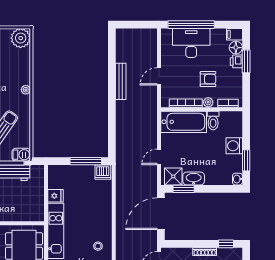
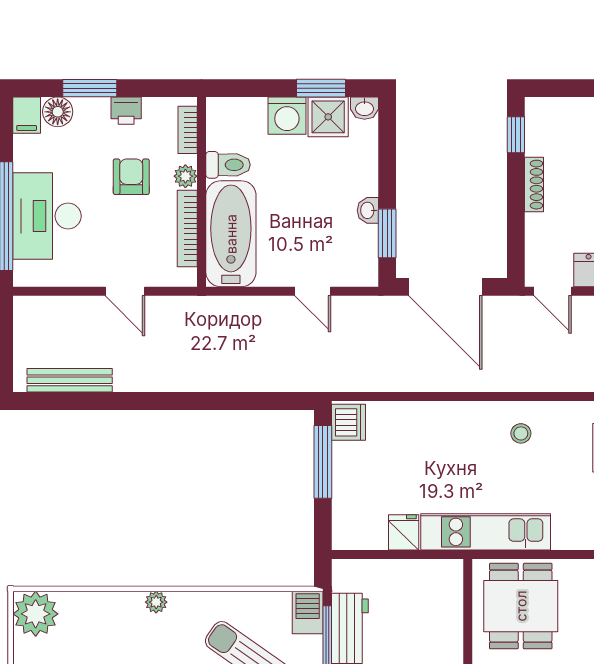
printer: (236, 61) -> (126, 111), moved
bench: (121, 81) -> (70, 380), moved
shower: (173, 176) -> (328, 117), moved
washbasin: (194, 178) -> (368, 210), width x0.52, depth x0.69

